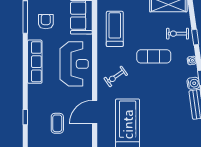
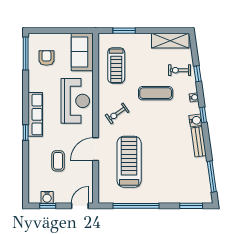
treadmill: (115, 29) -> (116, 65), turned 180
row of seats: (35, 62) -> (35, 114), moved
window: (25, 117) -> (26, 132), moved

